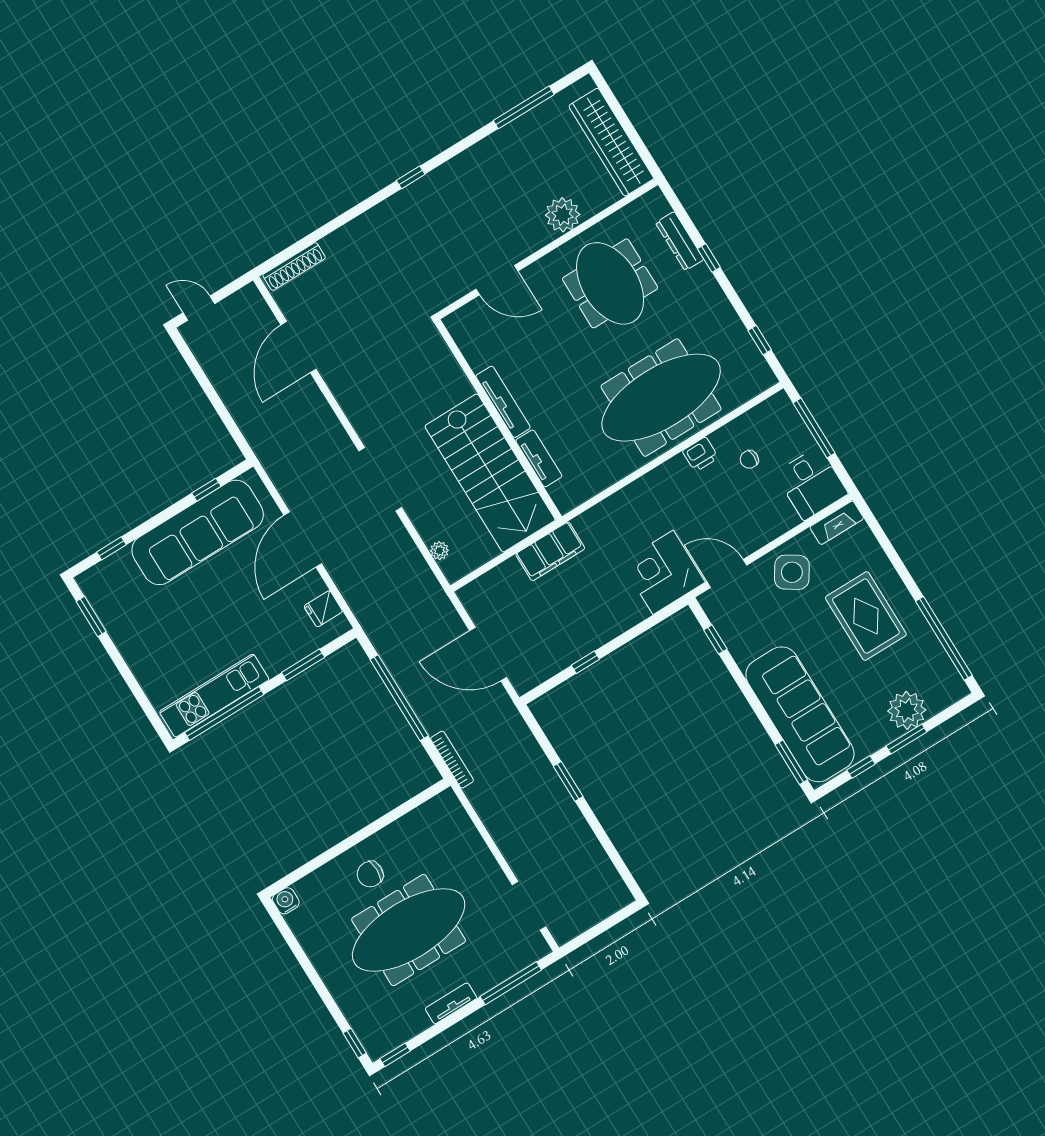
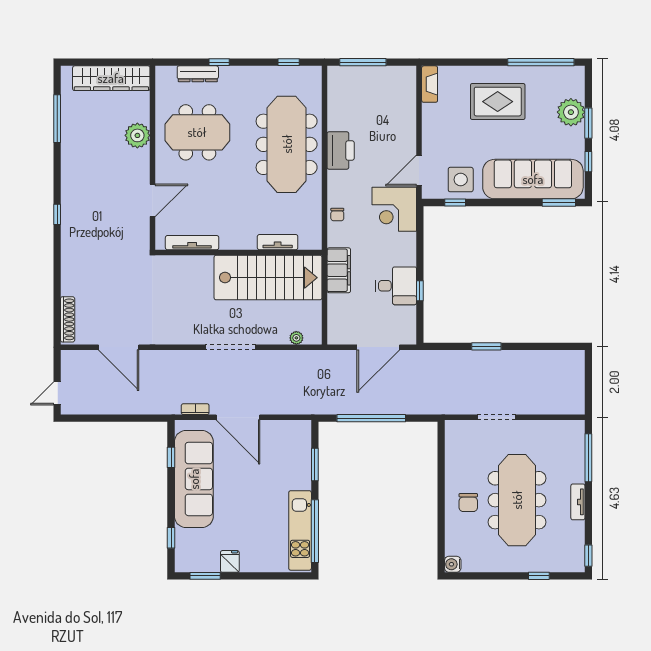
tv unit: (503, 402) -> (192, 243), moved
printer: (700, 454) -> (341, 151), width x1.87, depth x1.48
chair: (749, 459) -> (337, 215), moved
desk: (811, 483) -> (396, 286), moved
side table: (792, 572) -> (461, 180), moved, turned -33
fridge: (323, 609) -> (230, 561), moved, turned 180
bookcase: (452, 760) -> (195, 409), moved, width x0.64
doorway: (529, 906) -> (496, 417), moved
window: (355, 1043) -> (539, 576), moved

